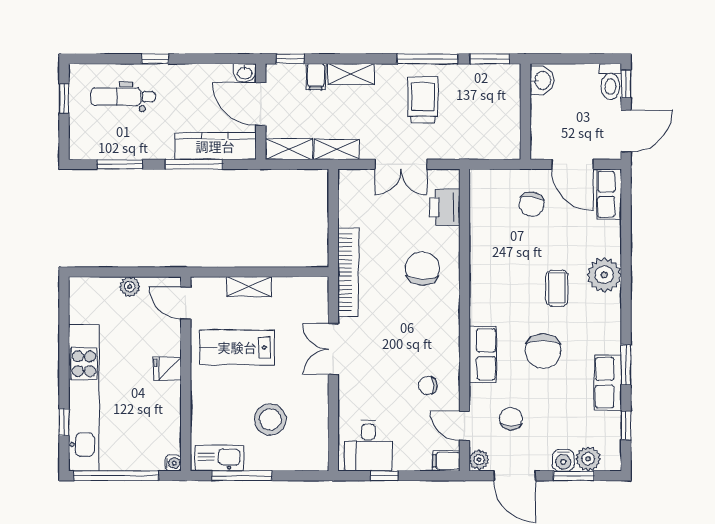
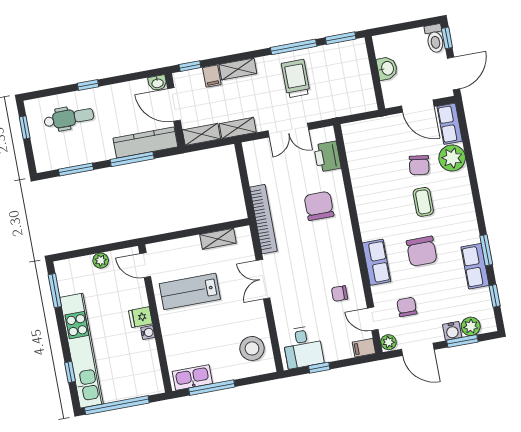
washbasin: (542, 80) -> (387, 68), moved
dental chair: (123, 97) -> (69, 118), turned 180
chair: (532, 204) -> (419, 165), moved
plant: (604, 275) -> (452, 158), moved
shelving: (249, 287) -> (218, 239), moved
window: (64, 314) -> (55, 291), added
stool: (270, 419) -> (252, 348), moved
water cooler: (173, 463) -> (148, 333), moved

